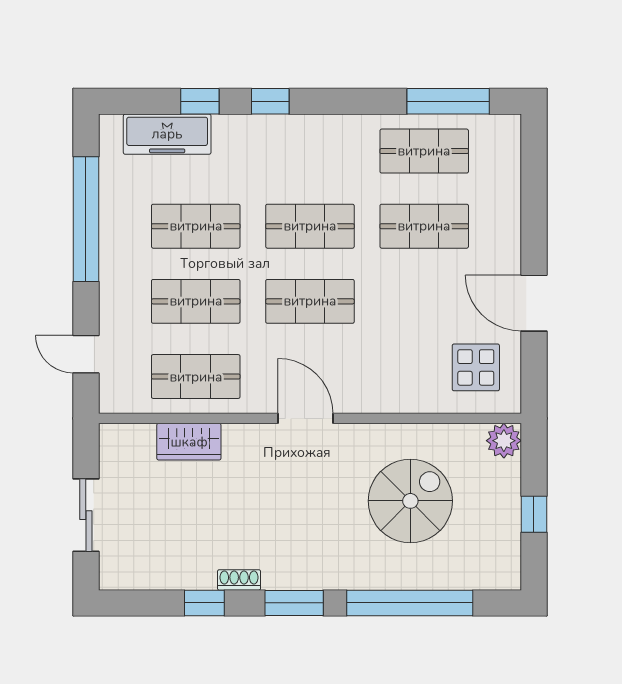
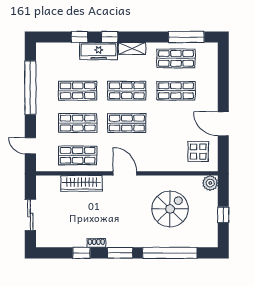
shelving: (322, 128) -> (132, 48), added
freezer: (167, 134) -> (99, 51), moved
wardrobe: (189, 442) -> (82, 183), width x1.50

